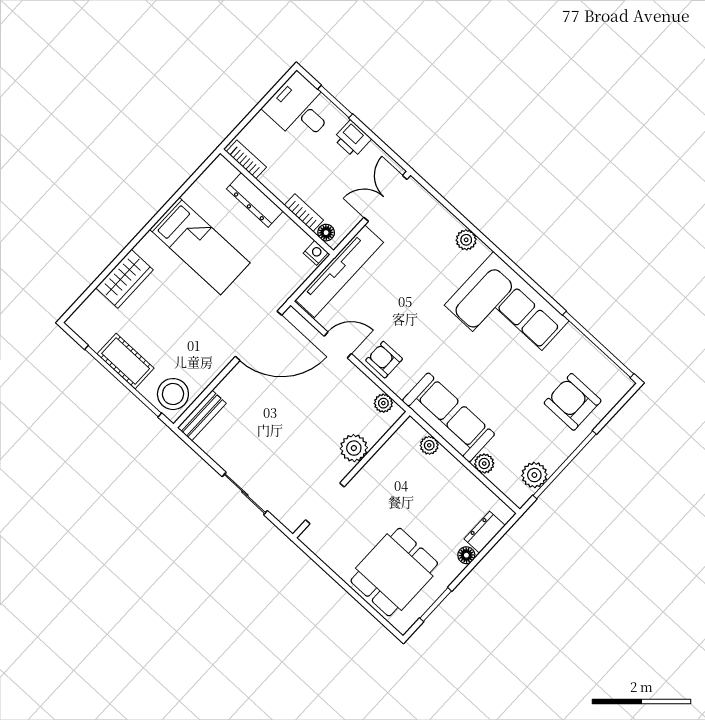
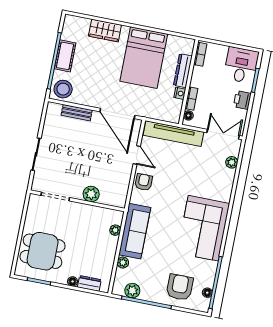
plant: (466, 240) -> (232, 162), moved
bed: (200, 246) -> (144, 58), width x1.50
nightstand: (316, 253) -> (180, 93), moved
floor lamp: (606, 366) -> (207, 293), added
plant: (383, 403) -> (122, 195), removed
bench: (202, 415) -> (77, 113), moved

